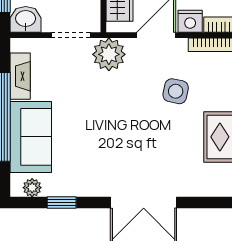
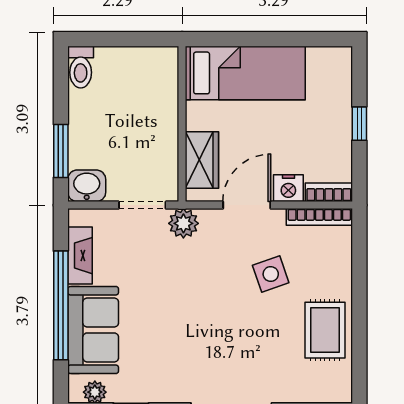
plant: (109, 54) -> (183, 223), width x0.73, depth x0.73
side table: (176, 91) -> (271, 274), turned -31

